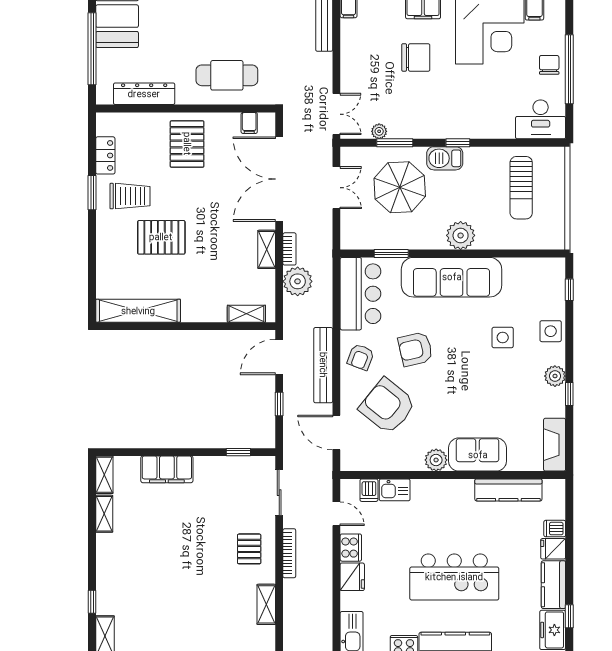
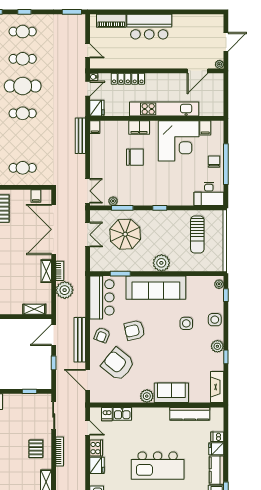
cafe table: (227, 75) -> (23, 168), width x0.73, depth x0.74
barbecue: (445, 158) -> (152, 217), removed
plant: (558, 271) -> (219, 284), added

